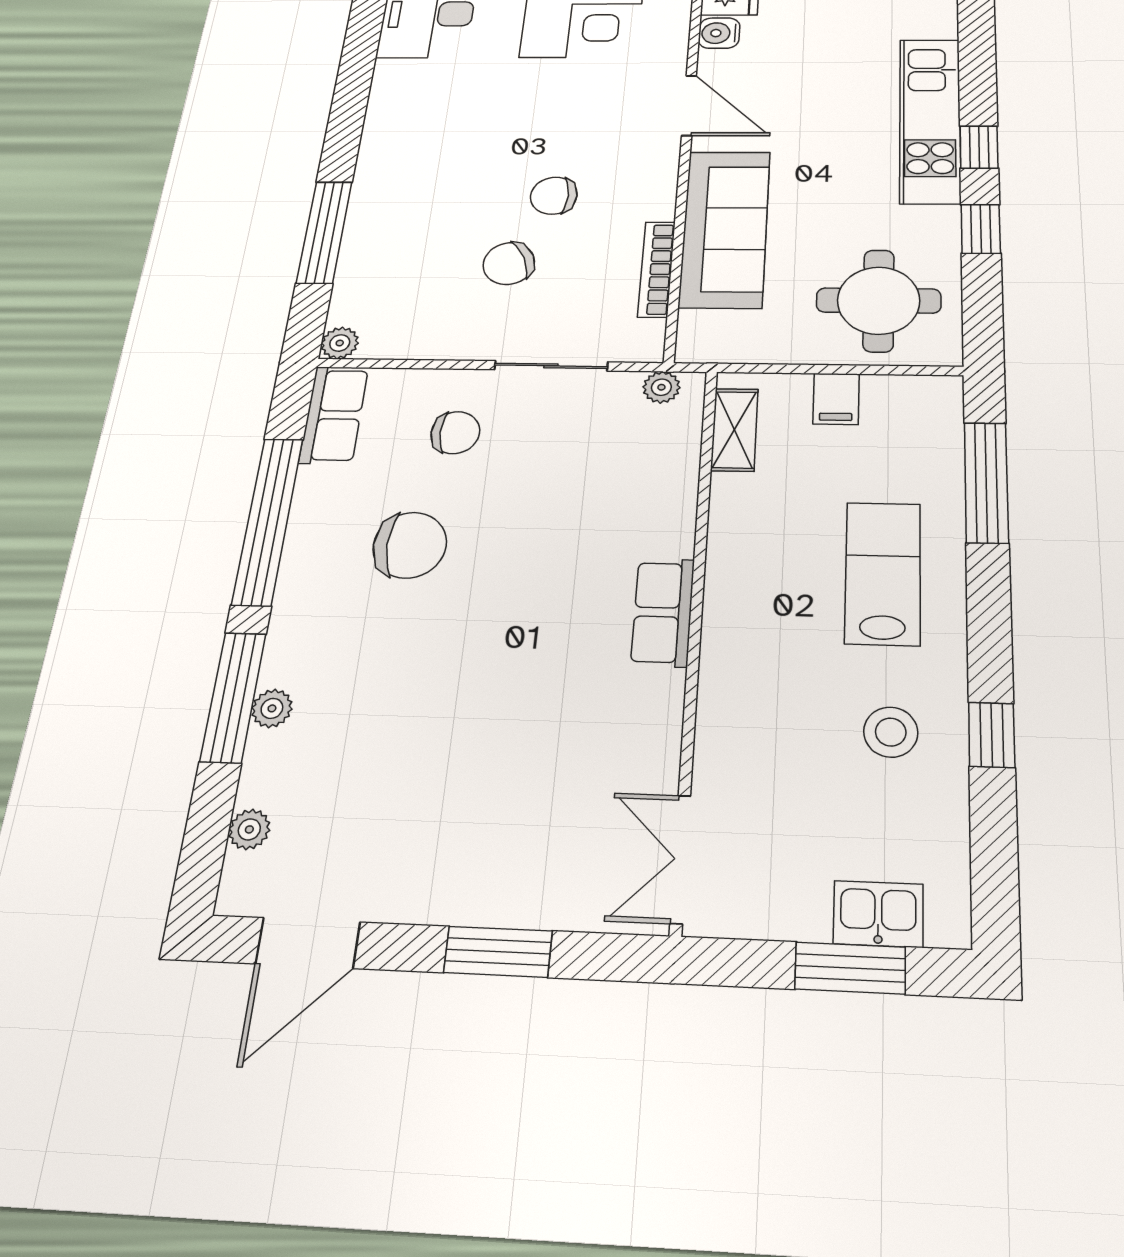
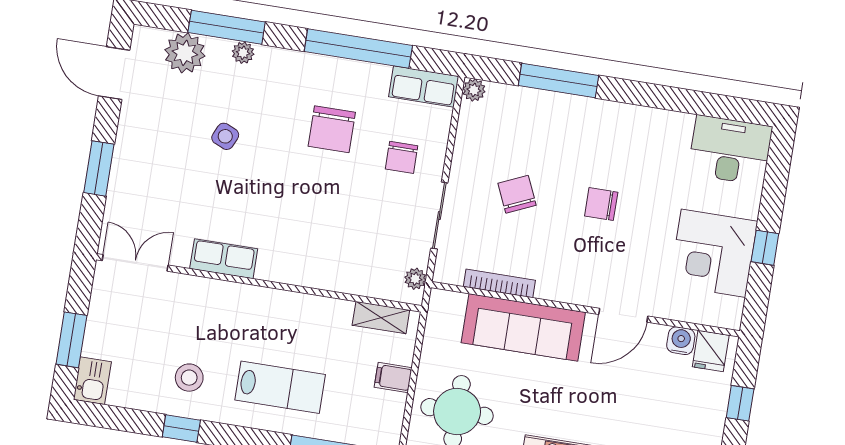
chair: (554, 196) -> (601, 204), moved, turned -90
row of seats: (663, 612) -> (224, 259), moved
window: (233, 697) -> (227, 27), moved
side table: (427, 721) -> (225, 136), added
plant: (249, 829) -> (185, 53), width x1.88, depth x1.88
kitchen sink: (878, 914) -> (92, 381), moved

